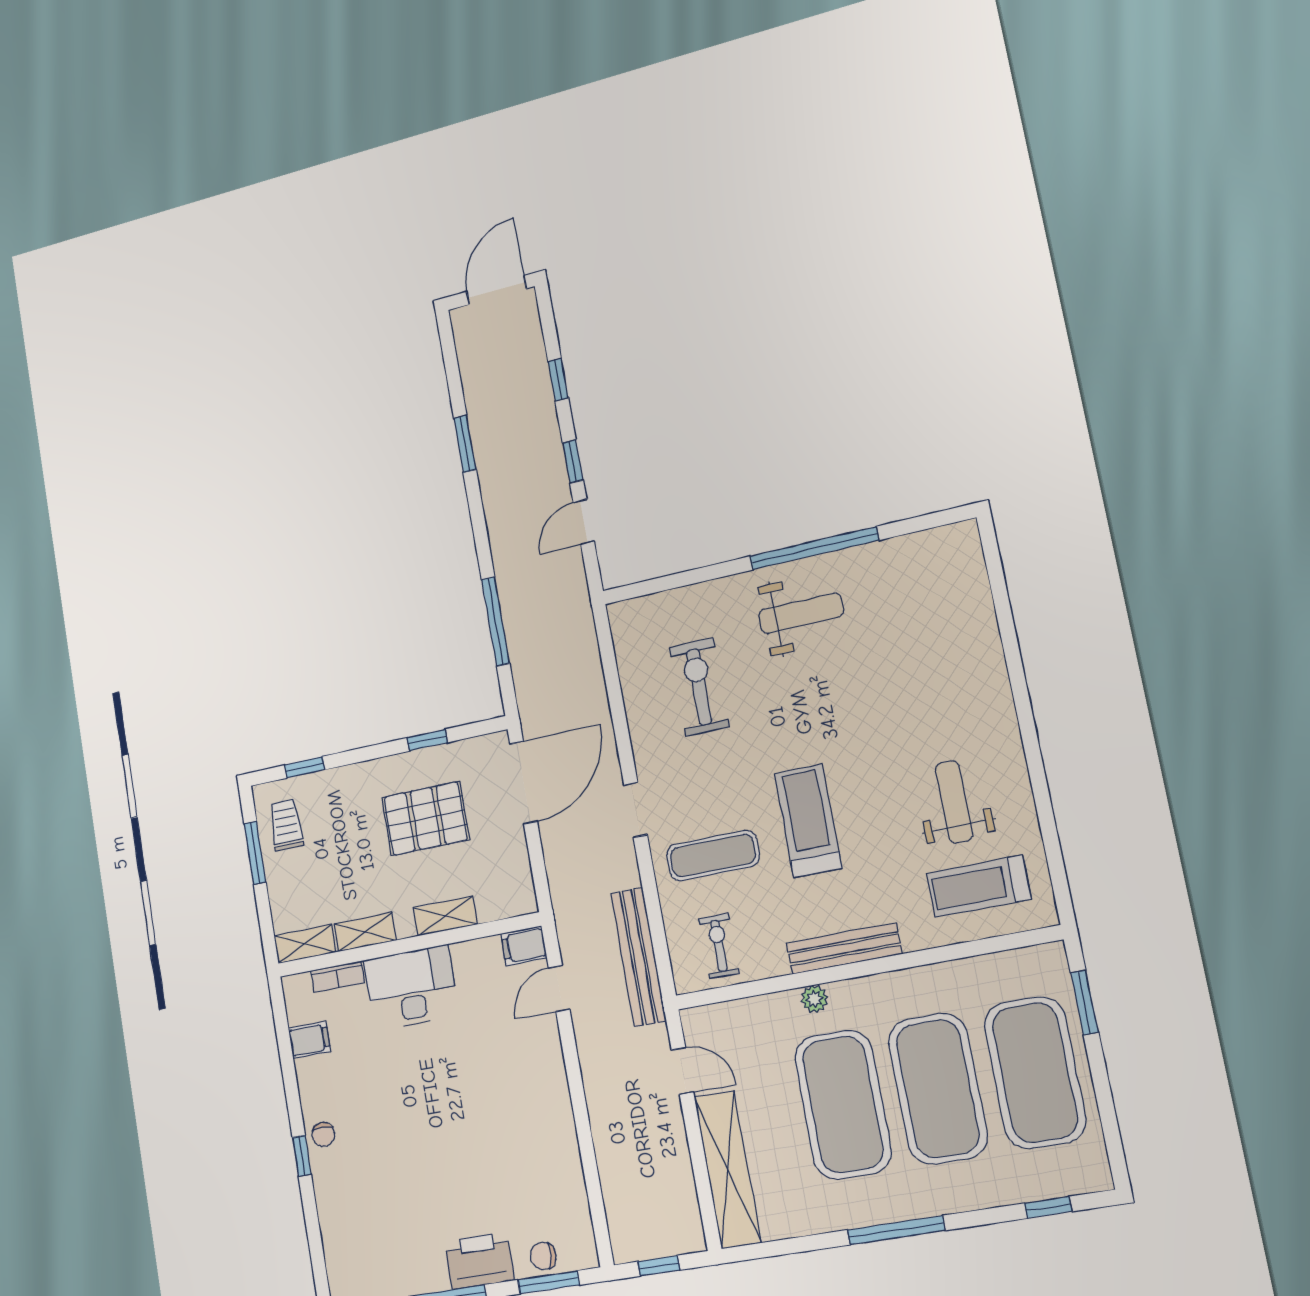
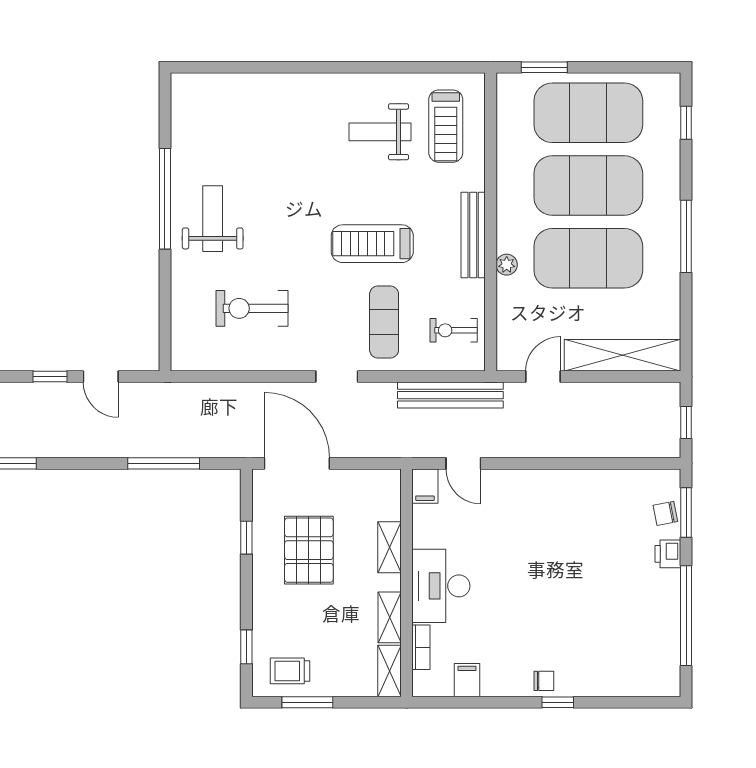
chair: (543, 1256) -> (665, 513), turned 72
printer: (479, 1261) -> (668, 554), width x0.53, depth x0.68

